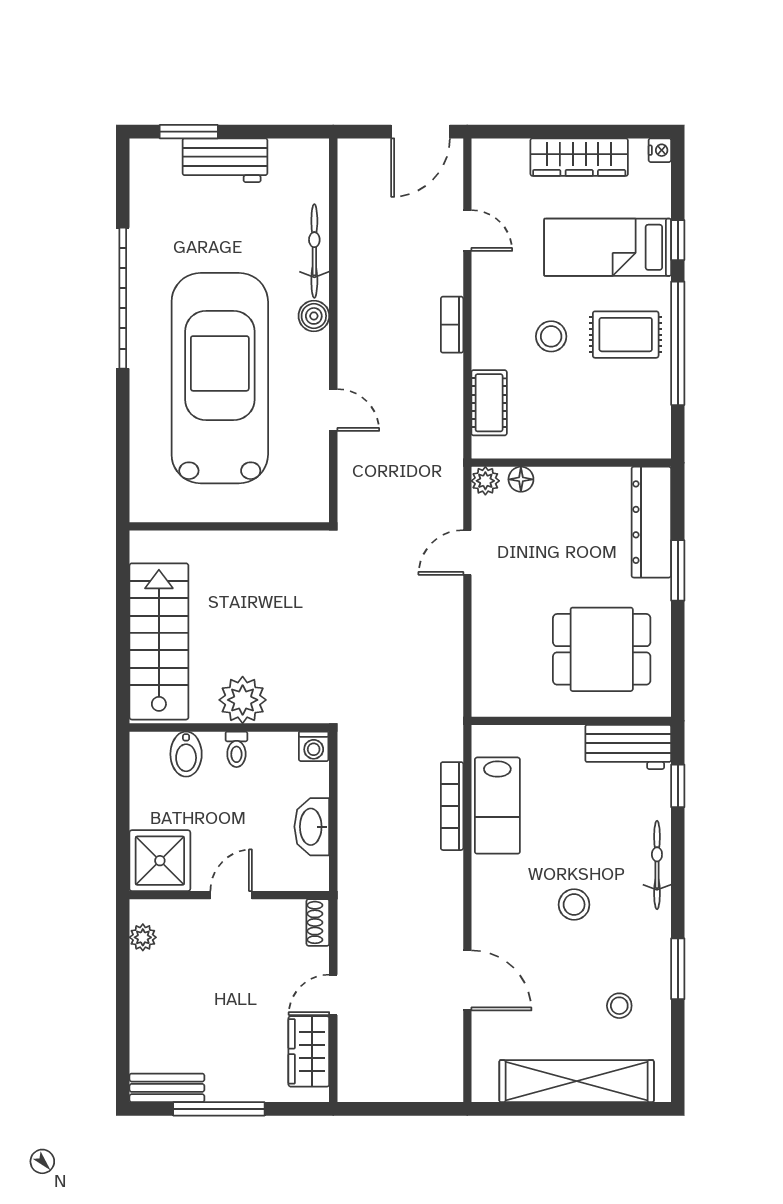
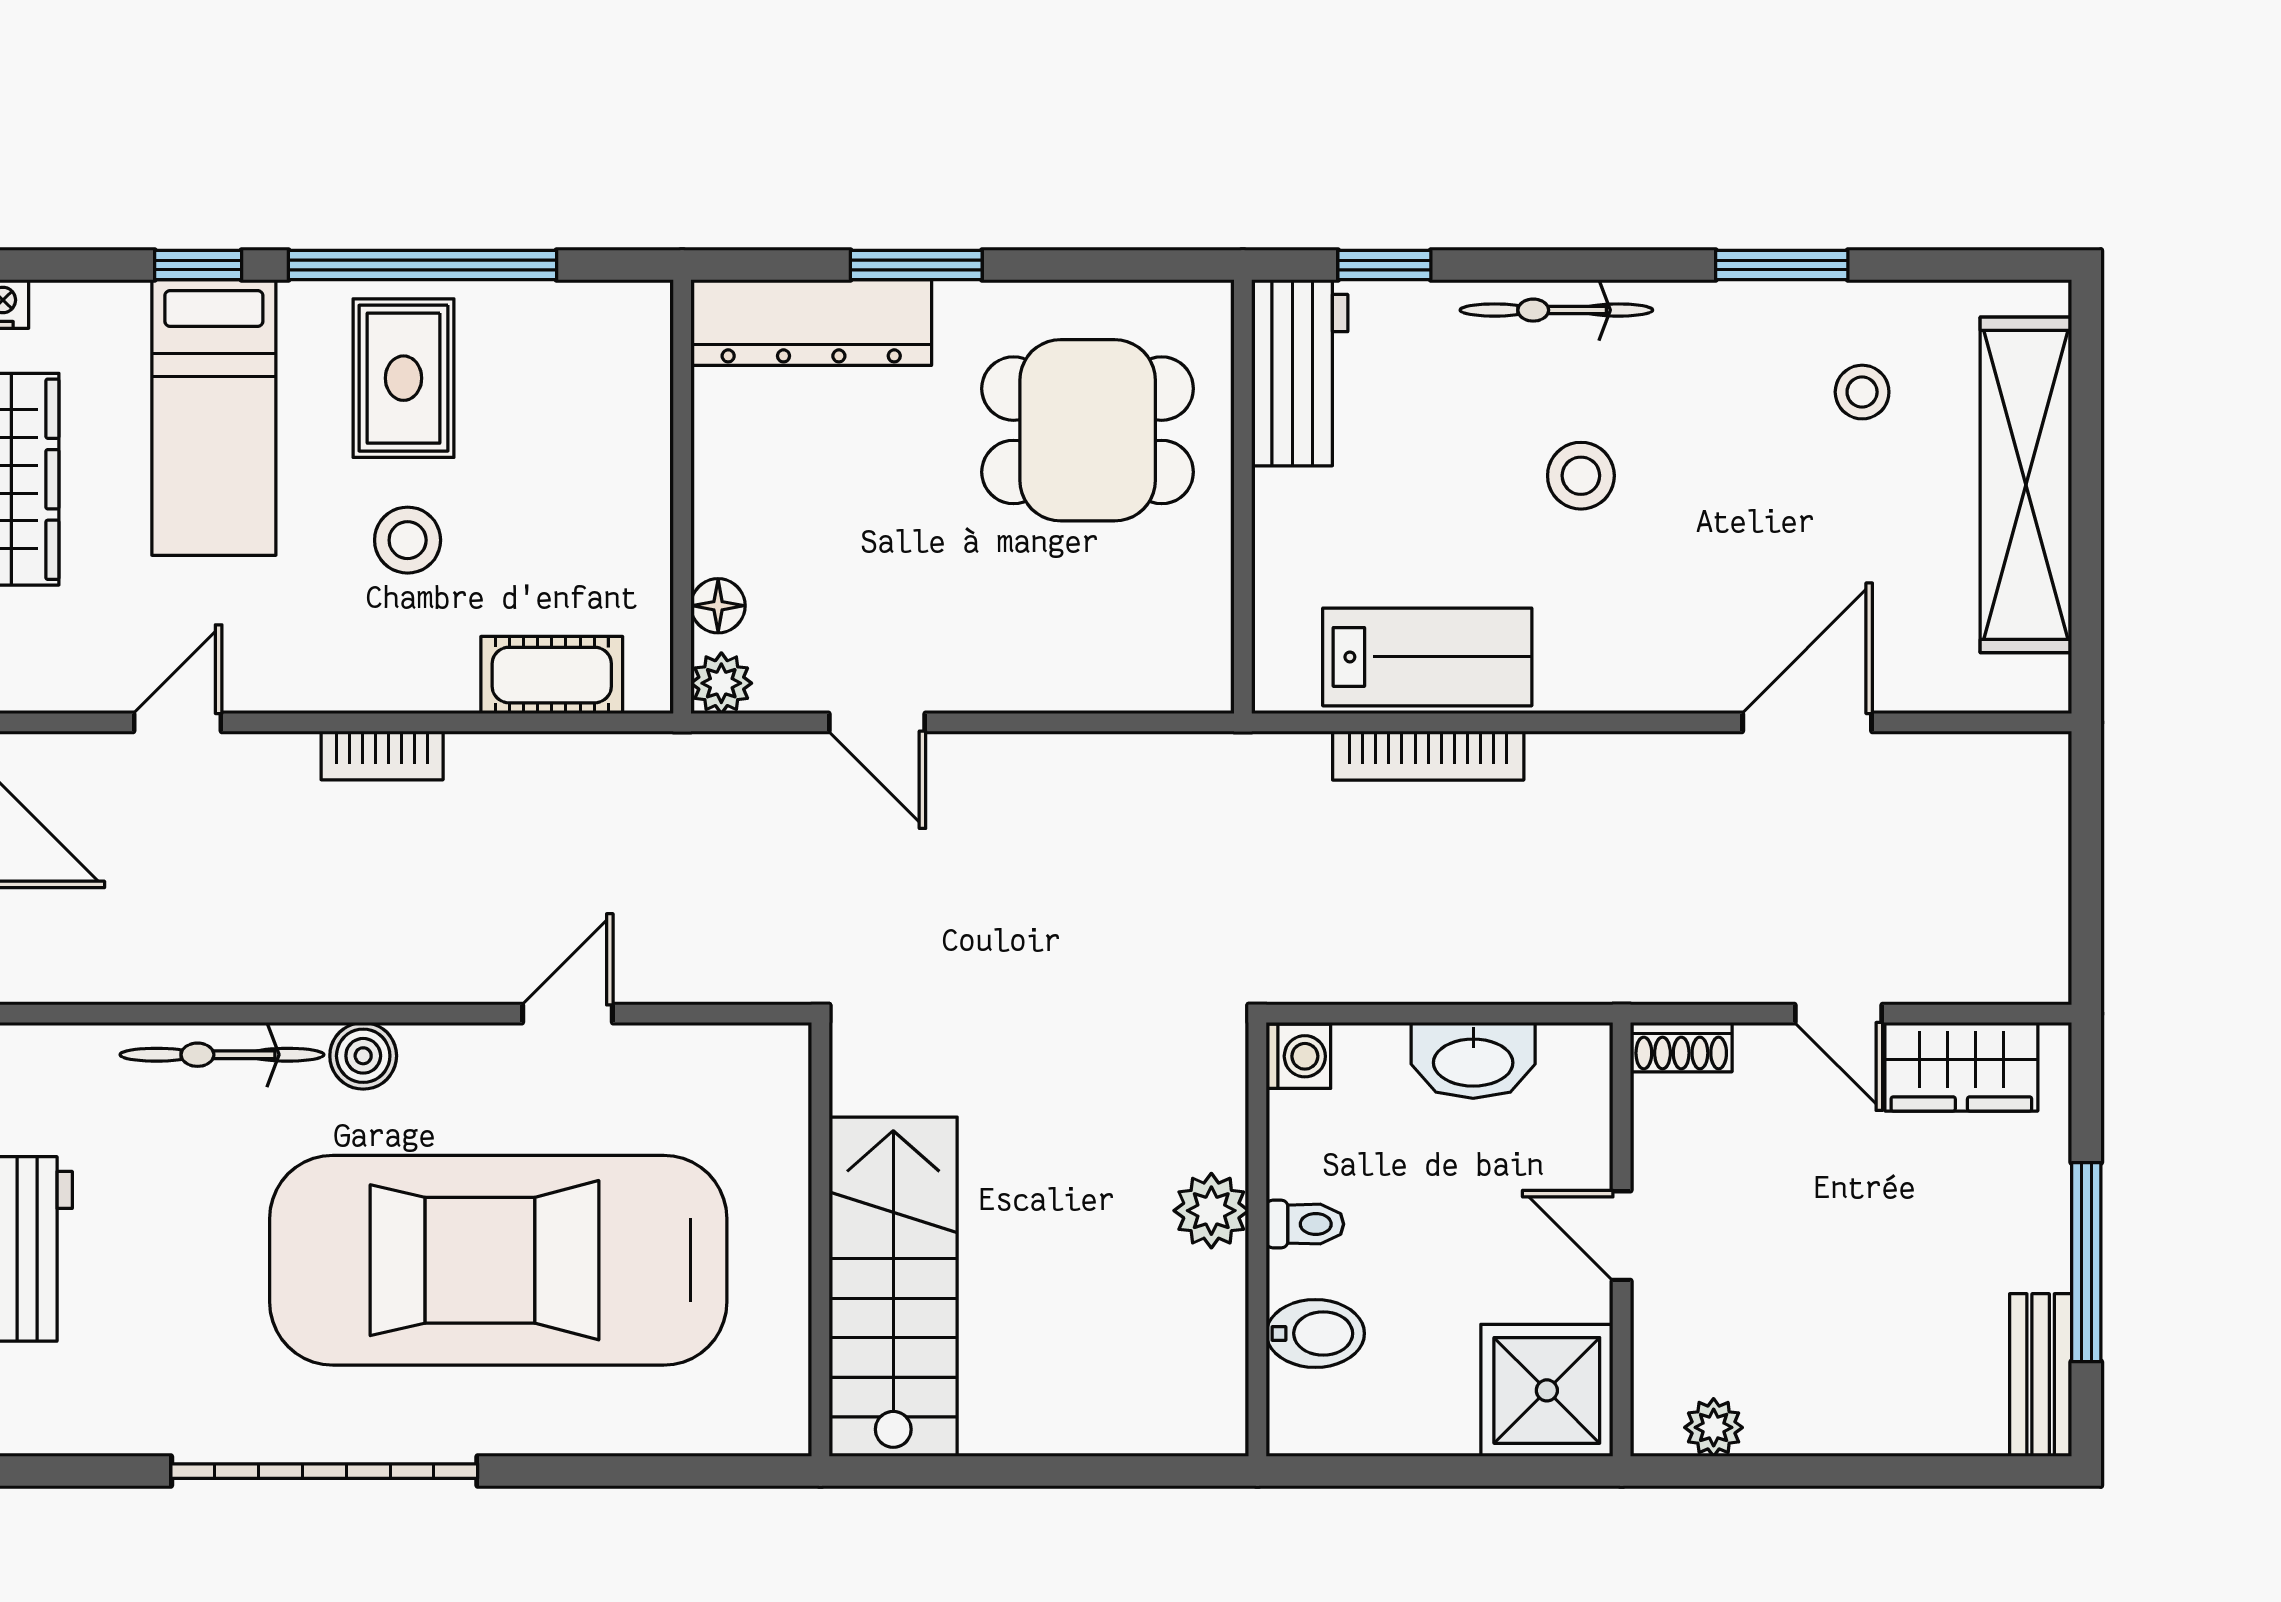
stairs: (159, 641) -> (893, 1287), moved, turned 90
dining table: (602, 649) -> (1088, 430), turned 90
plant: (243, 700) -> (1211, 1211), width x0.73, depth x0.73
stool: (574, 905) -> (1581, 476), moved

